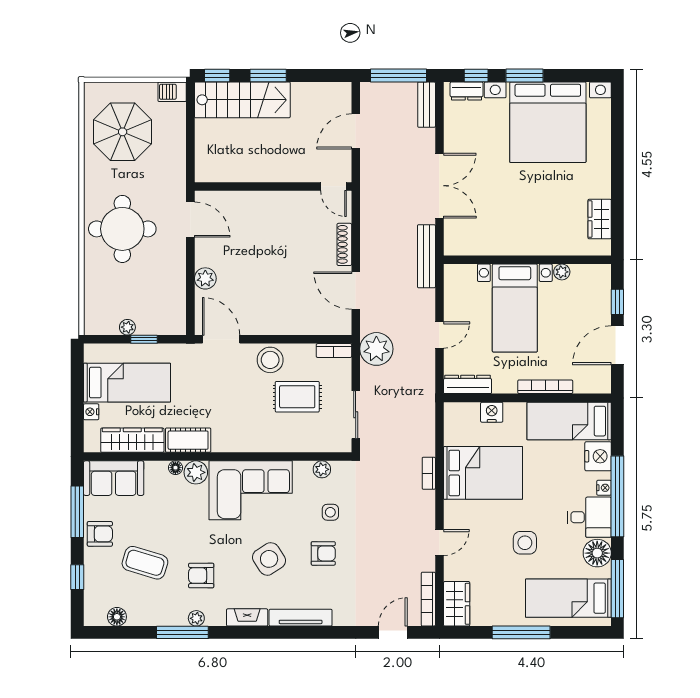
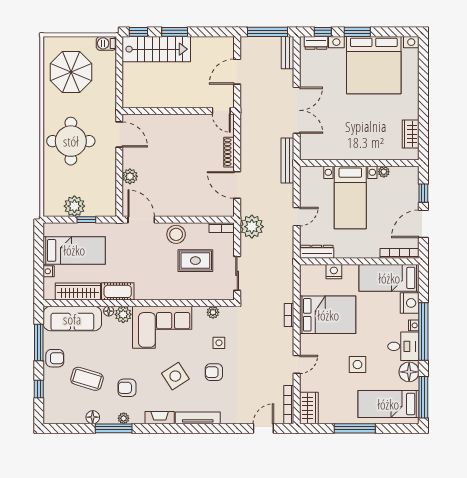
plant: (127, 327) -> (74, 206), width x1.88, depth x1.88
bookcase: (545, 387) -> (399, 253), moved
sofa: (114, 478) -> (72, 319), width x1.36
armchair: (323, 553) -> (214, 372), turned 180
floor lamp: (117, 617) -> (93, 417), moved

